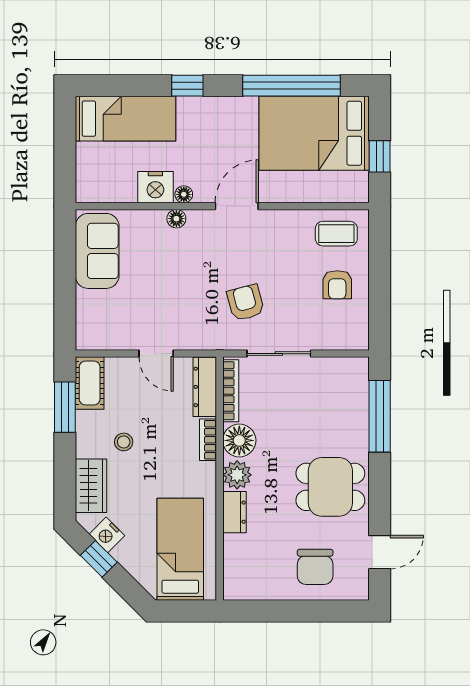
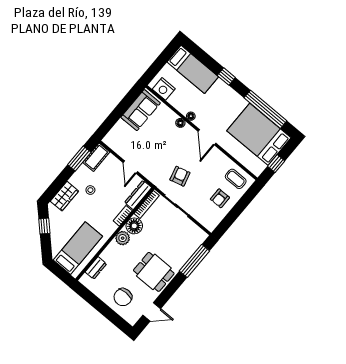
nightstand: (155, 187) -> (164, 89), moved
door: (237, 206) -> (207, 137), swing flipped
dresser: (234, 512) -> (96, 268), moved
nightstand: (107, 535) -> (55, 220), removed

